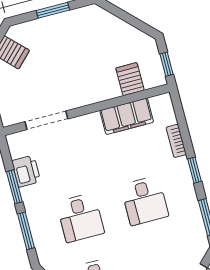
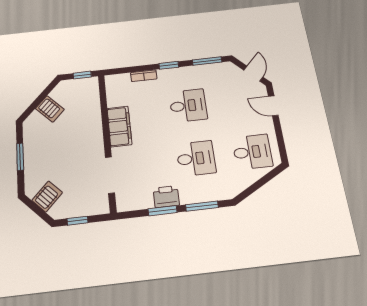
server rack: (130, 79) -> (50, 109), moved, turned -135
filing cabinet: (127, 116) -> (119, 126), moved
printer: (26, 171) -> (166, 197), moved

